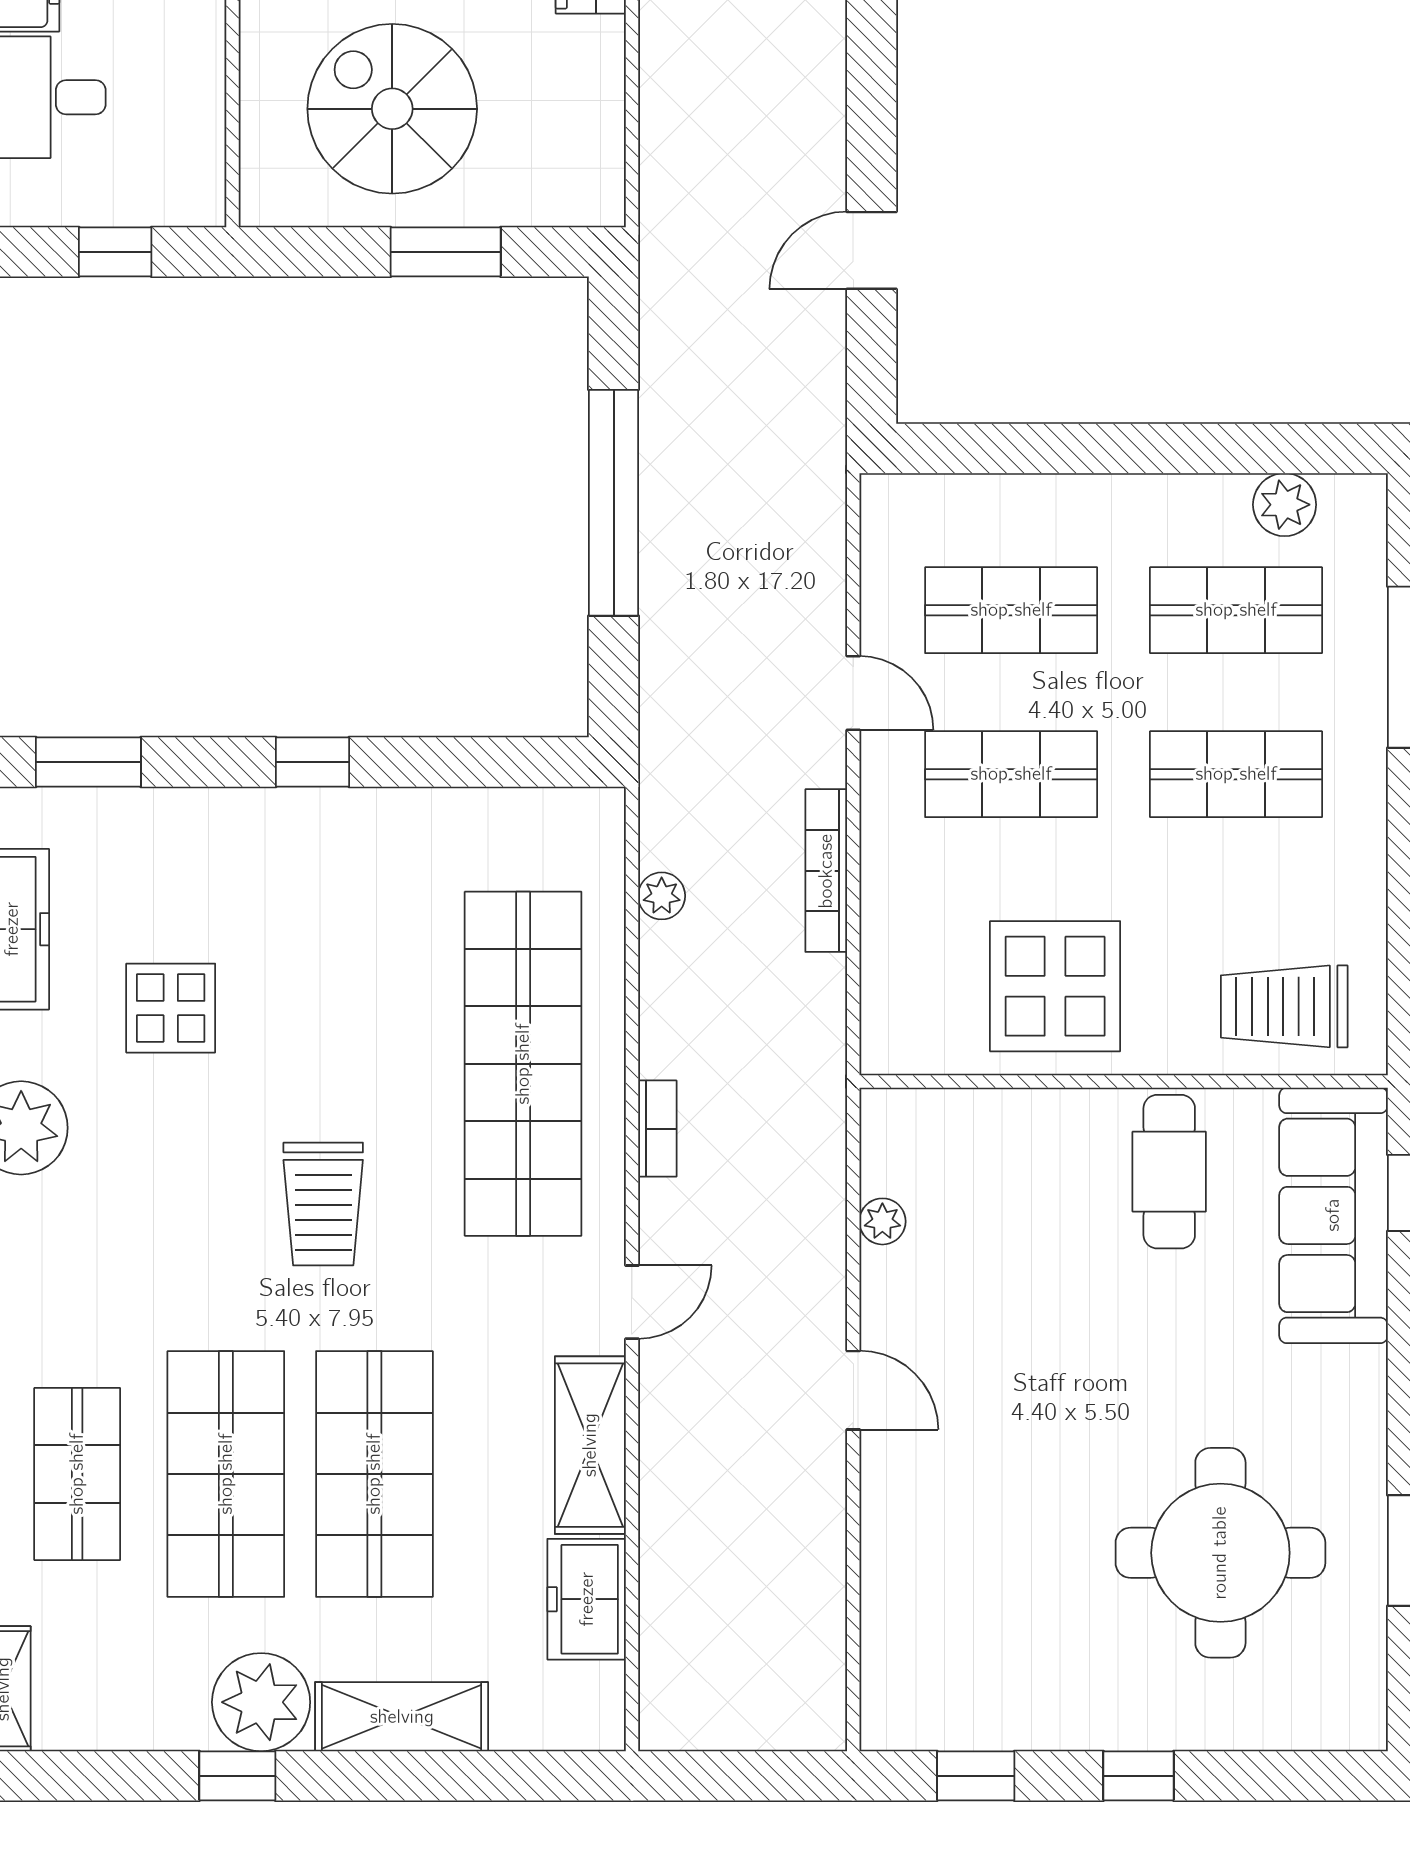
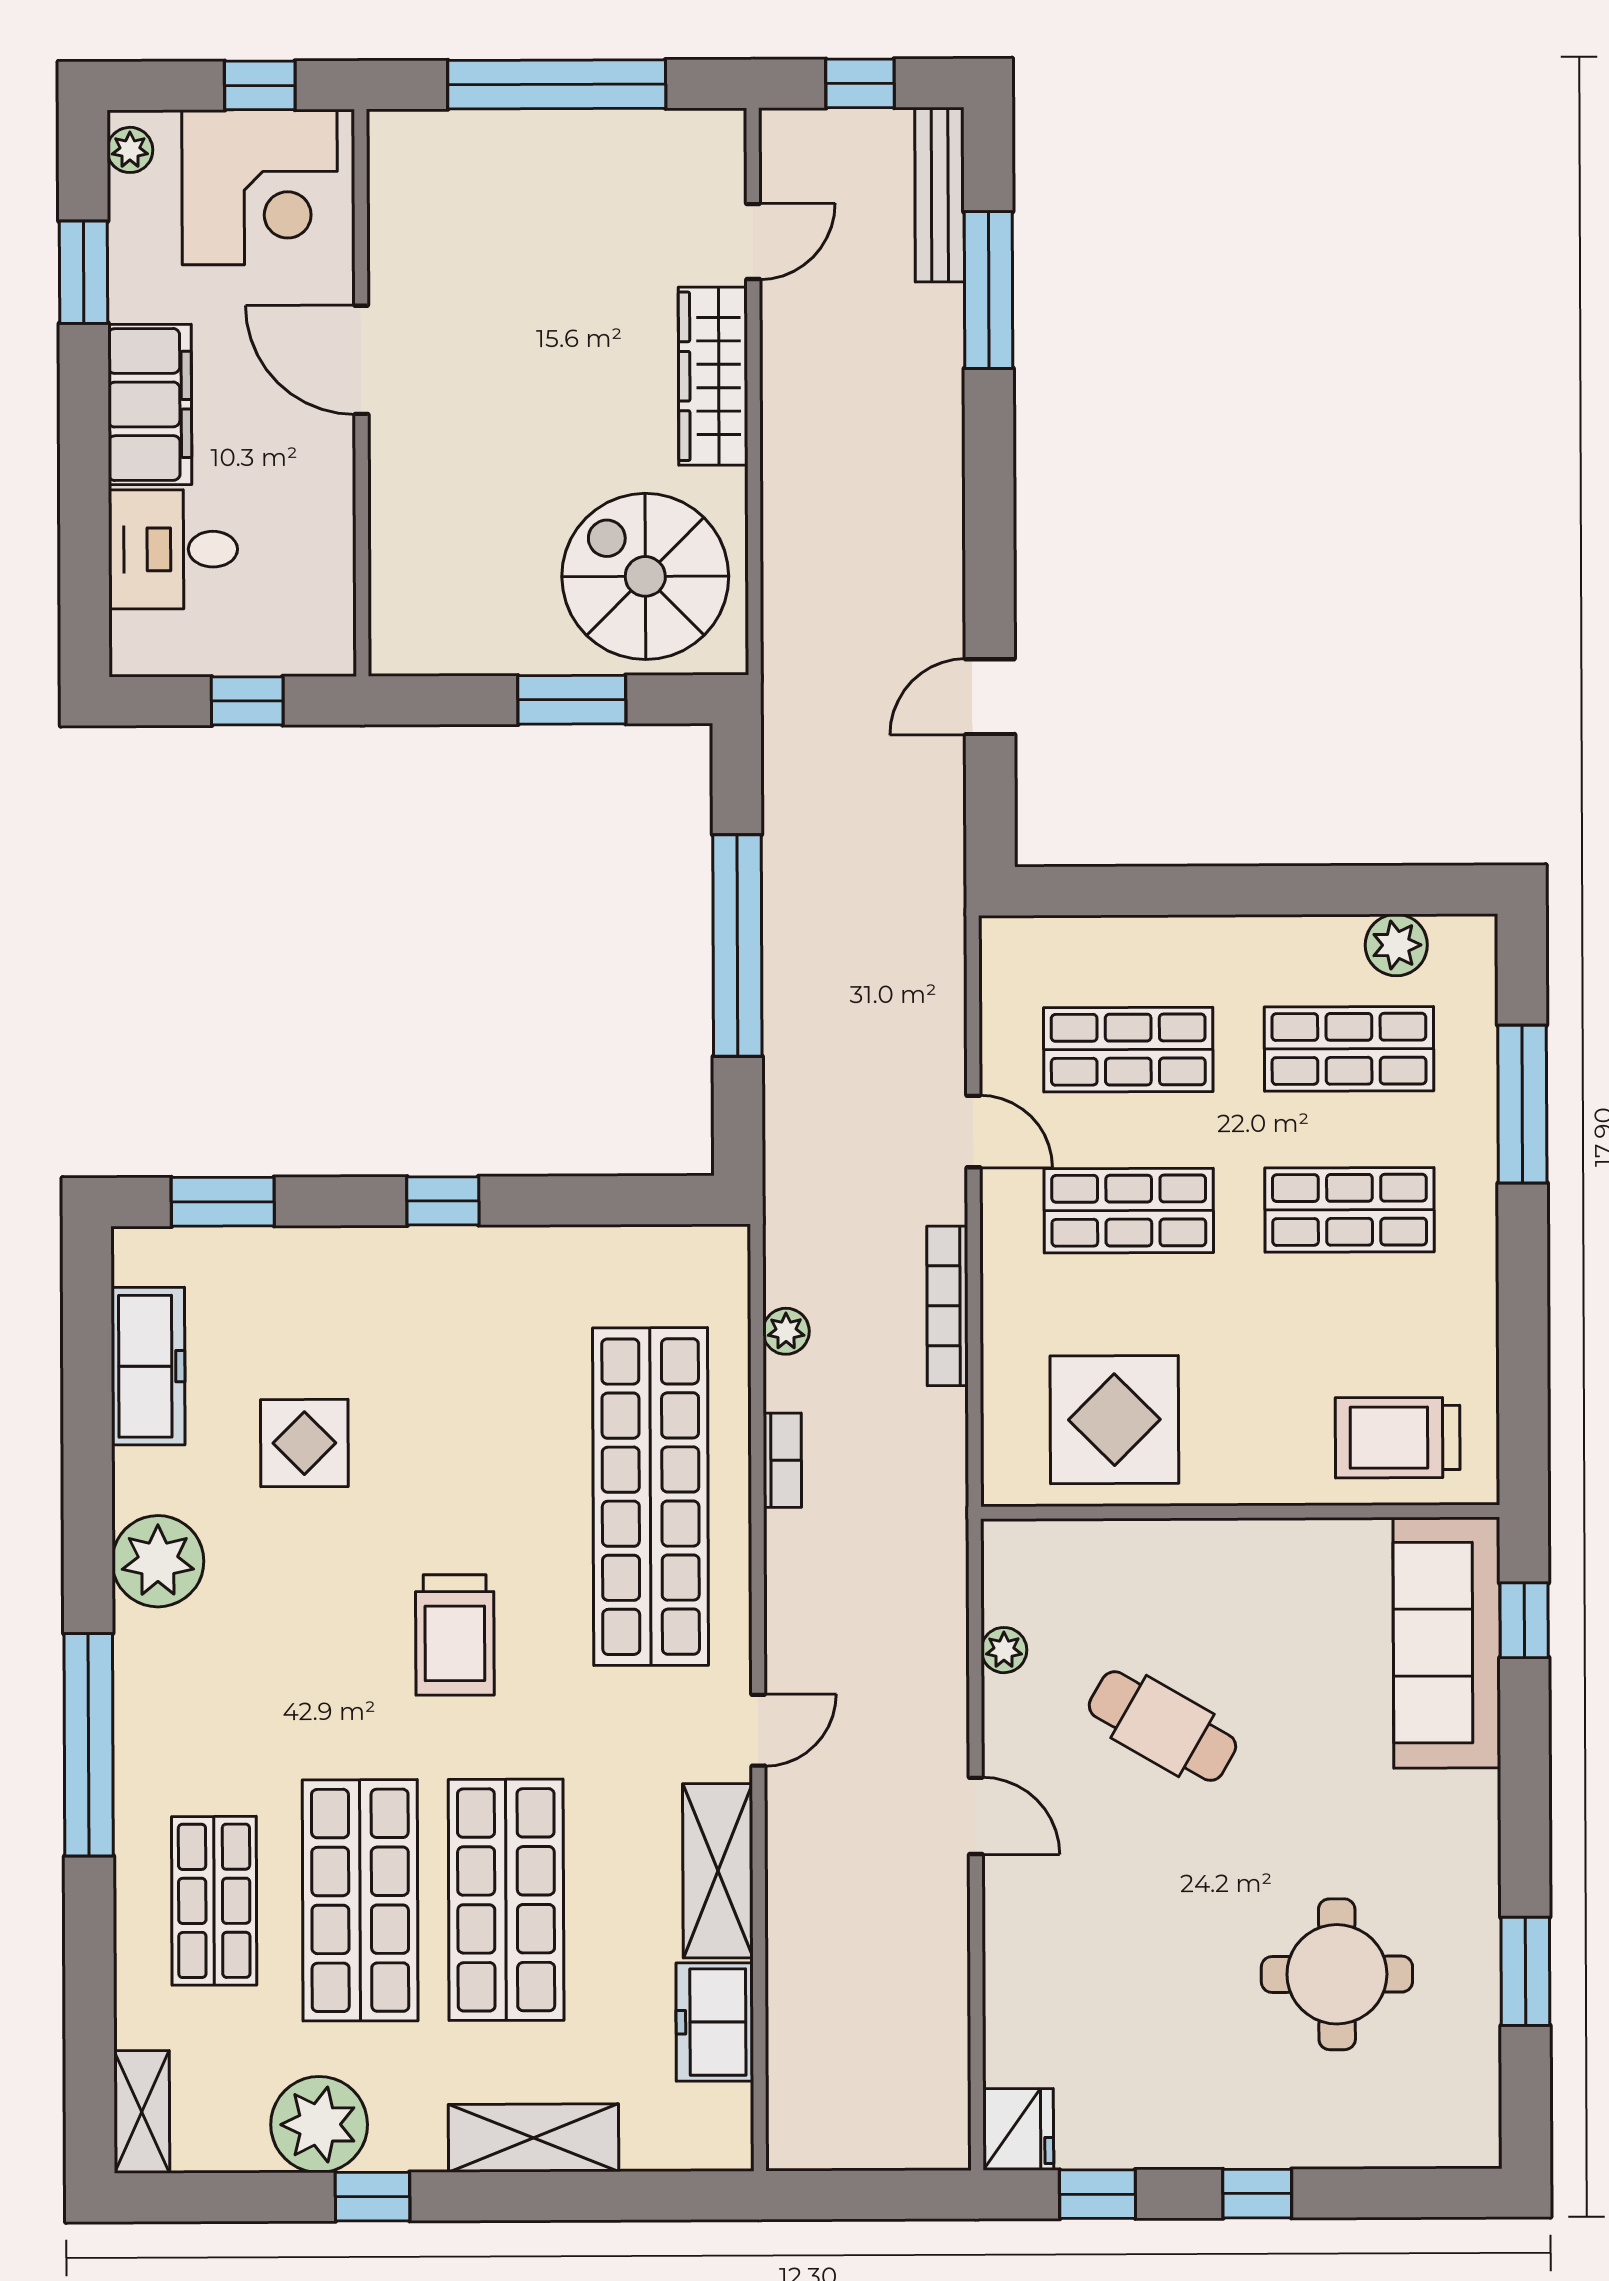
spiral stairs: (392, 109) -> (645, 576), moved
display table: (1055, 986) -> (1114, 1420), moved
bookcase: (657, 1129) -> (782, 1460), moved
cafe table: (1169, 1172) -> (1162, 1726), moved, turned -60
round table: (1220, 1553) -> (1337, 1974), width x0.73, depth x0.73
plant: (261, 1702) -> (319, 2125), moved
fridge: (895, 1710) -> (1018, 2129), added

